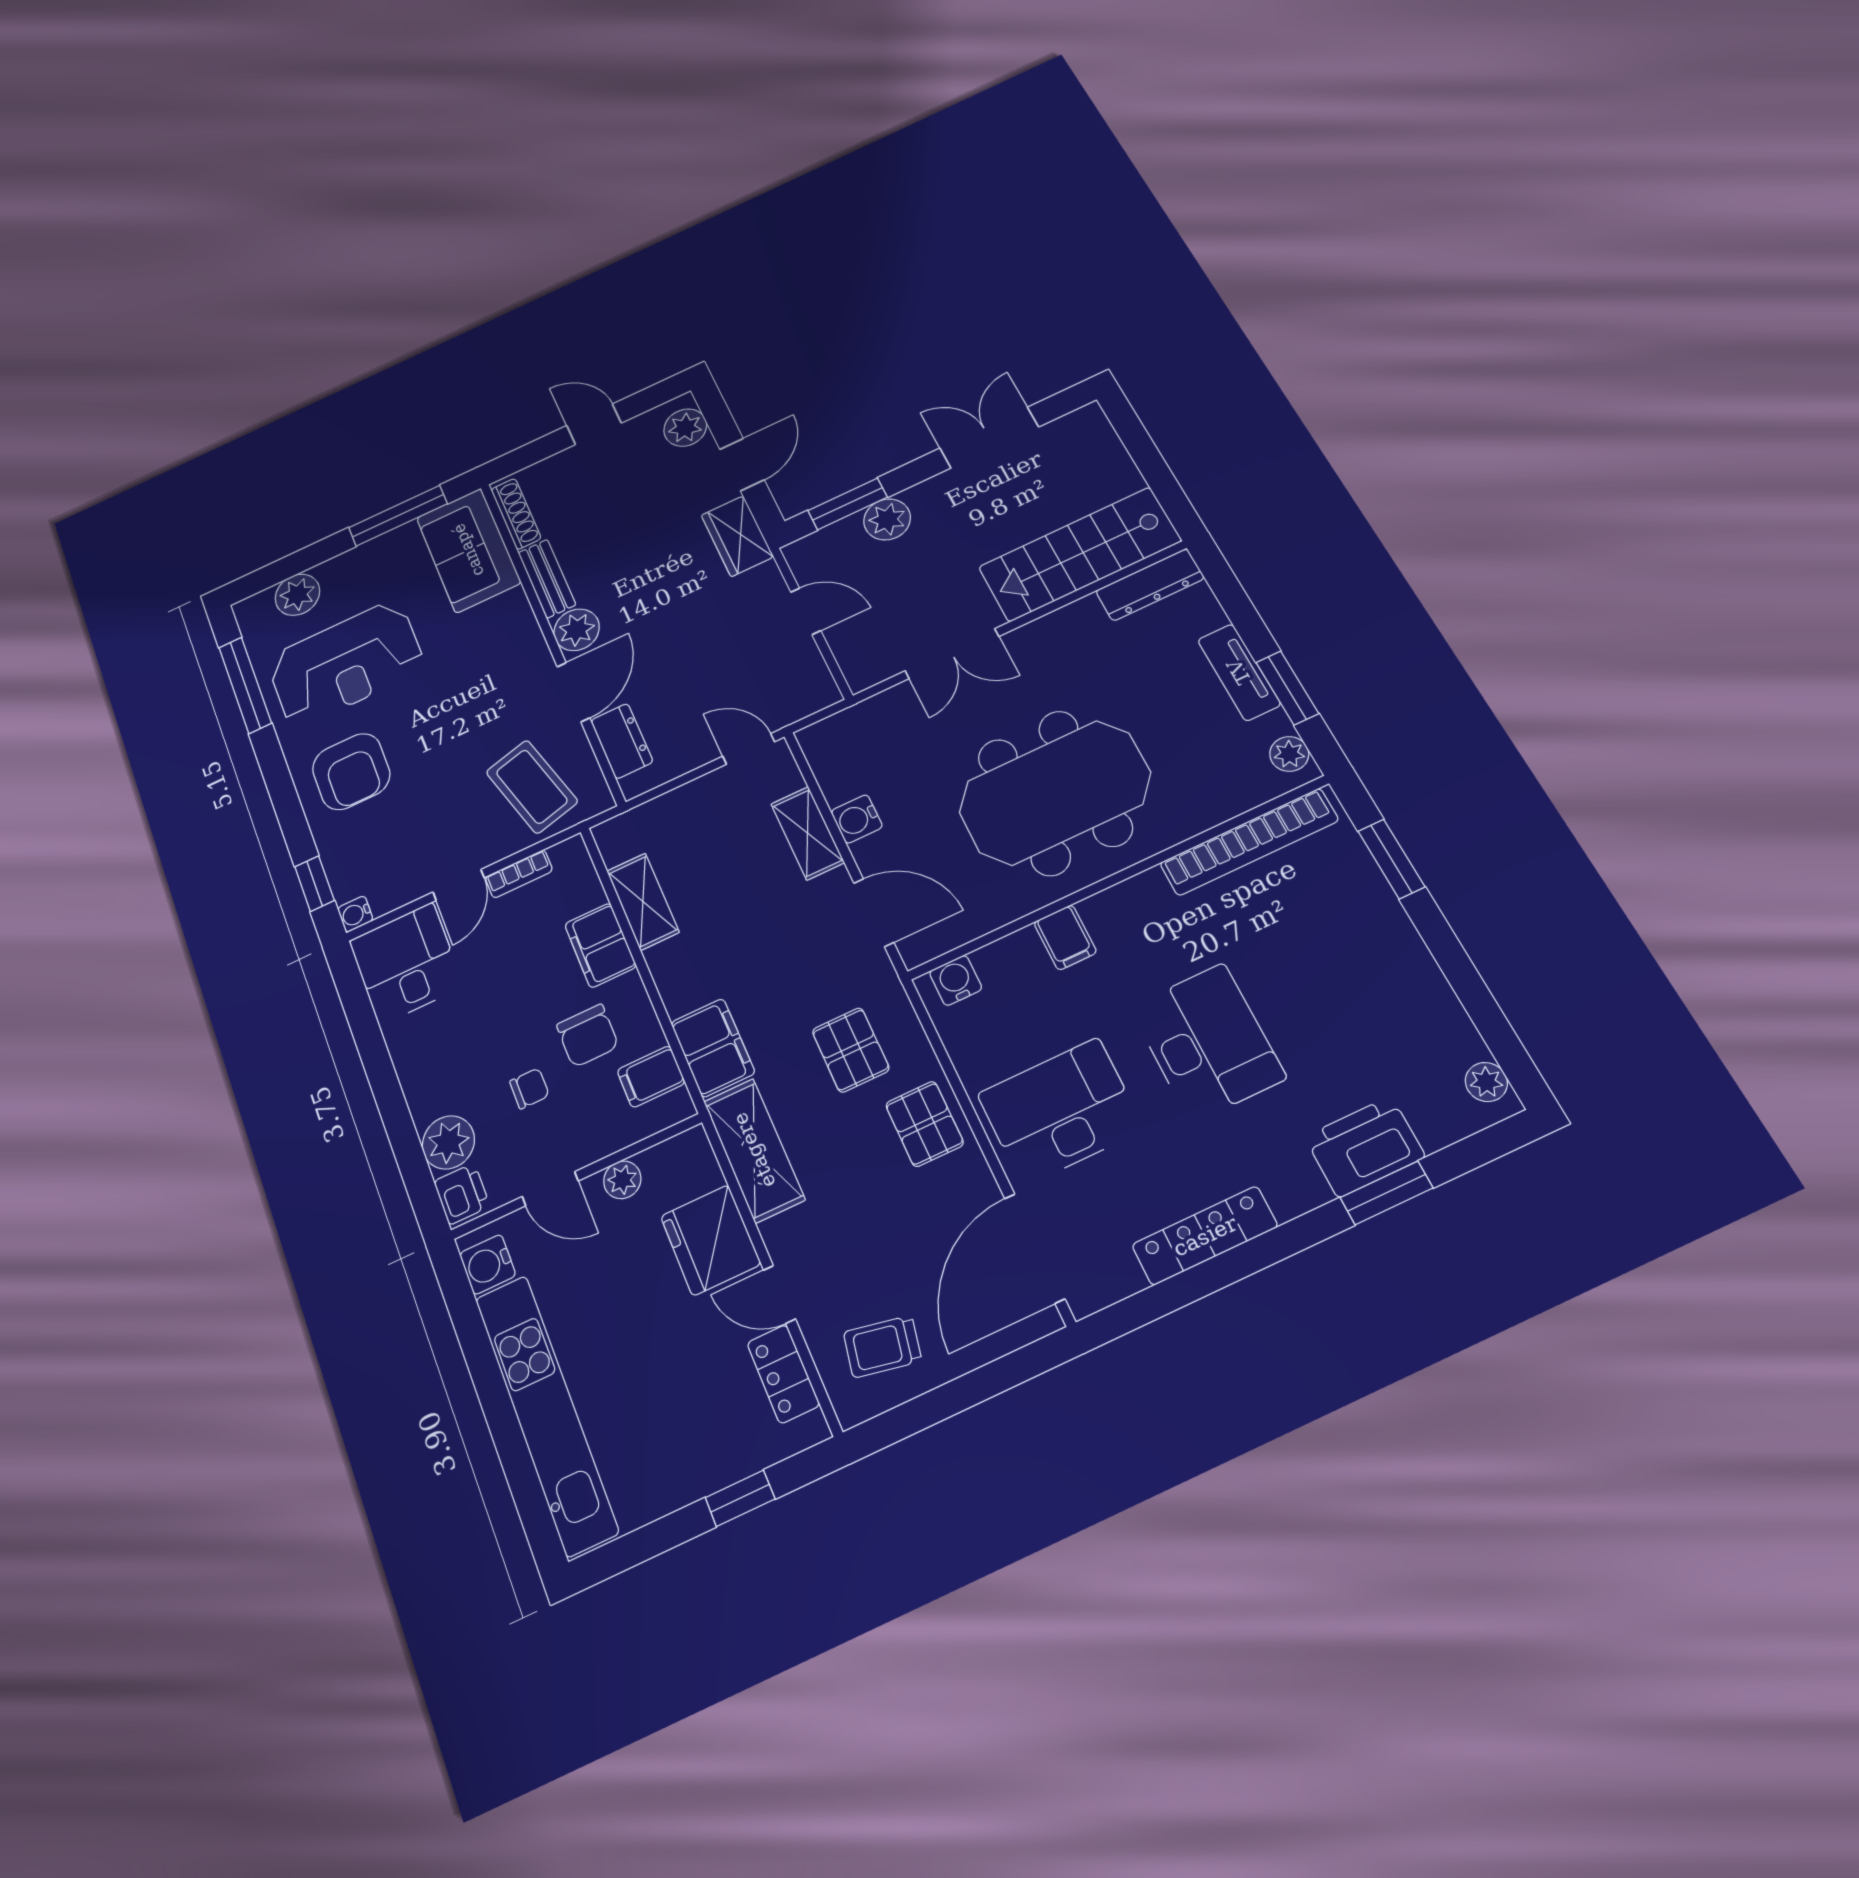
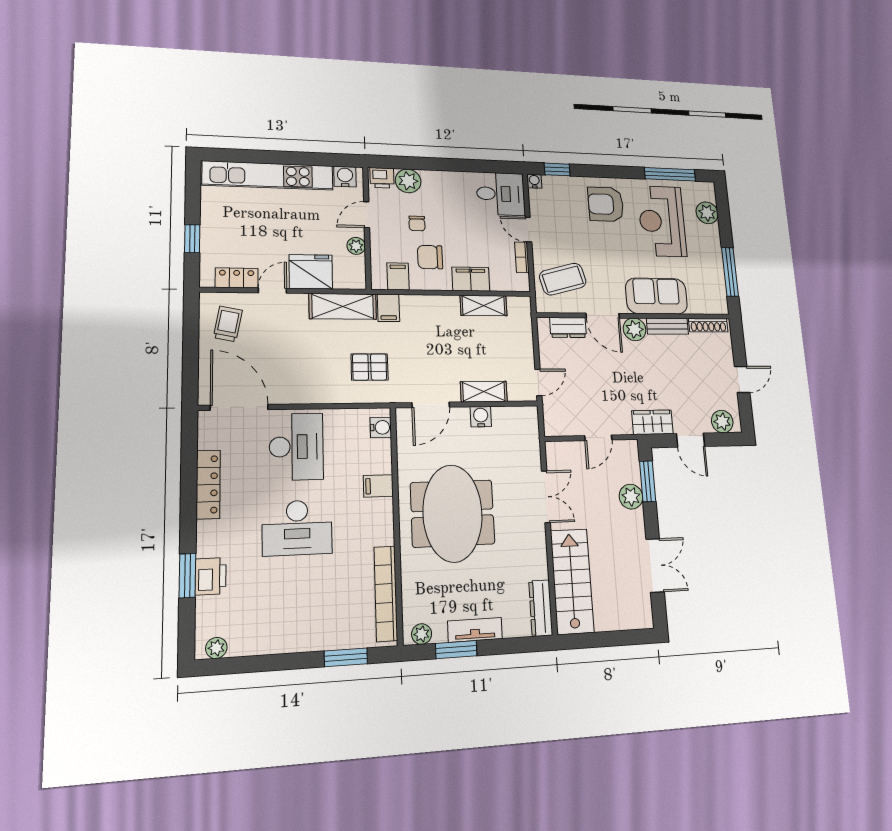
sofa: (468, 550) -> (656, 296), moved
double door: (952, 654) -> (546, 497), swing flipped
filing cabinet: (713, 1048) -> (388, 308), width x0.50
pallet: (925, 1124) -> (319, 385), removed
printer: (1365, 1147) -> (211, 576), width x0.73, depth x0.84

